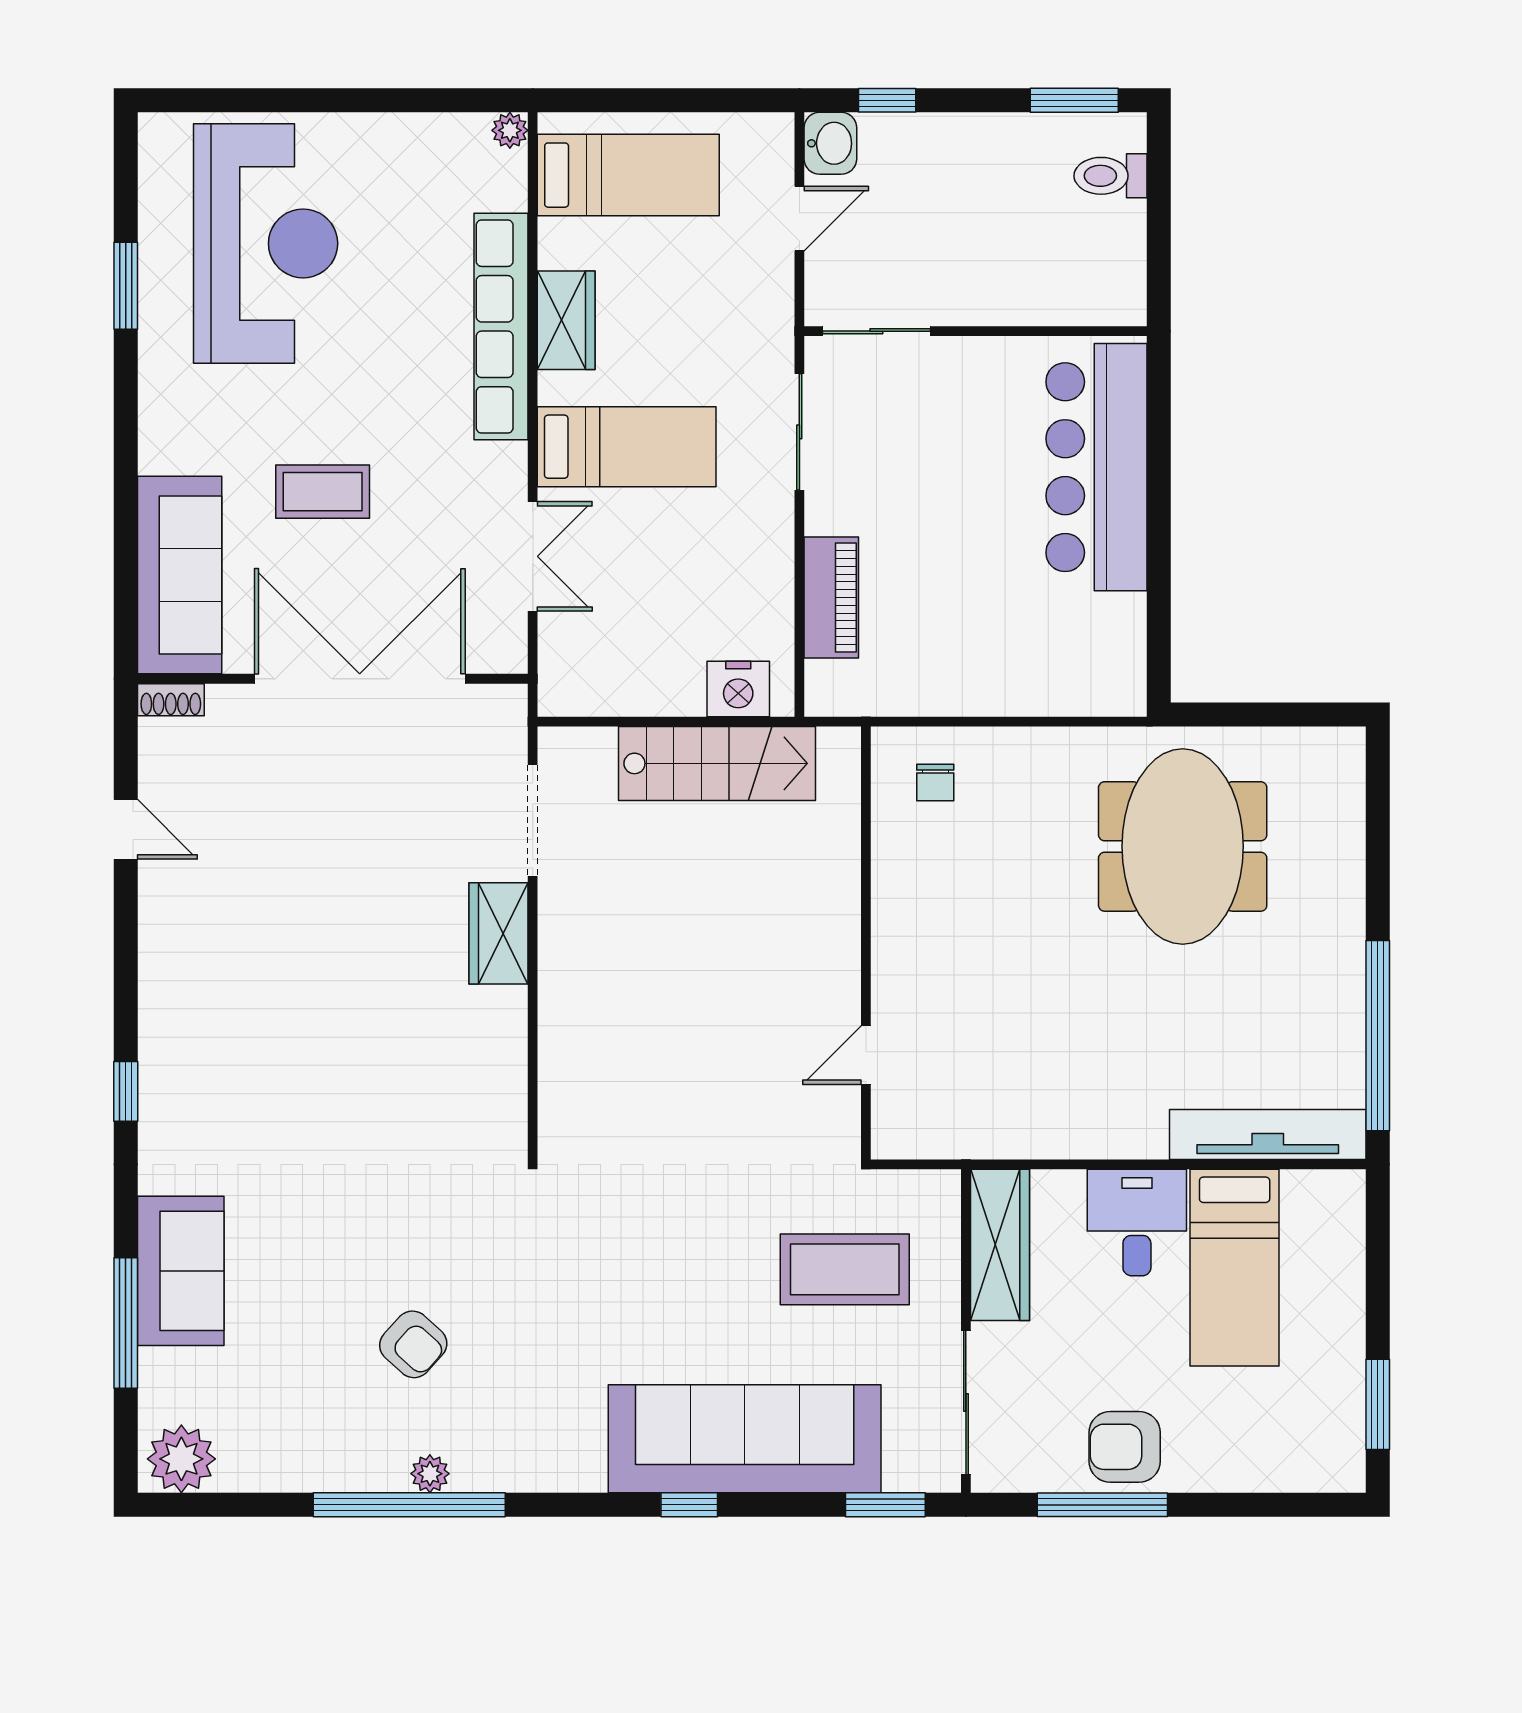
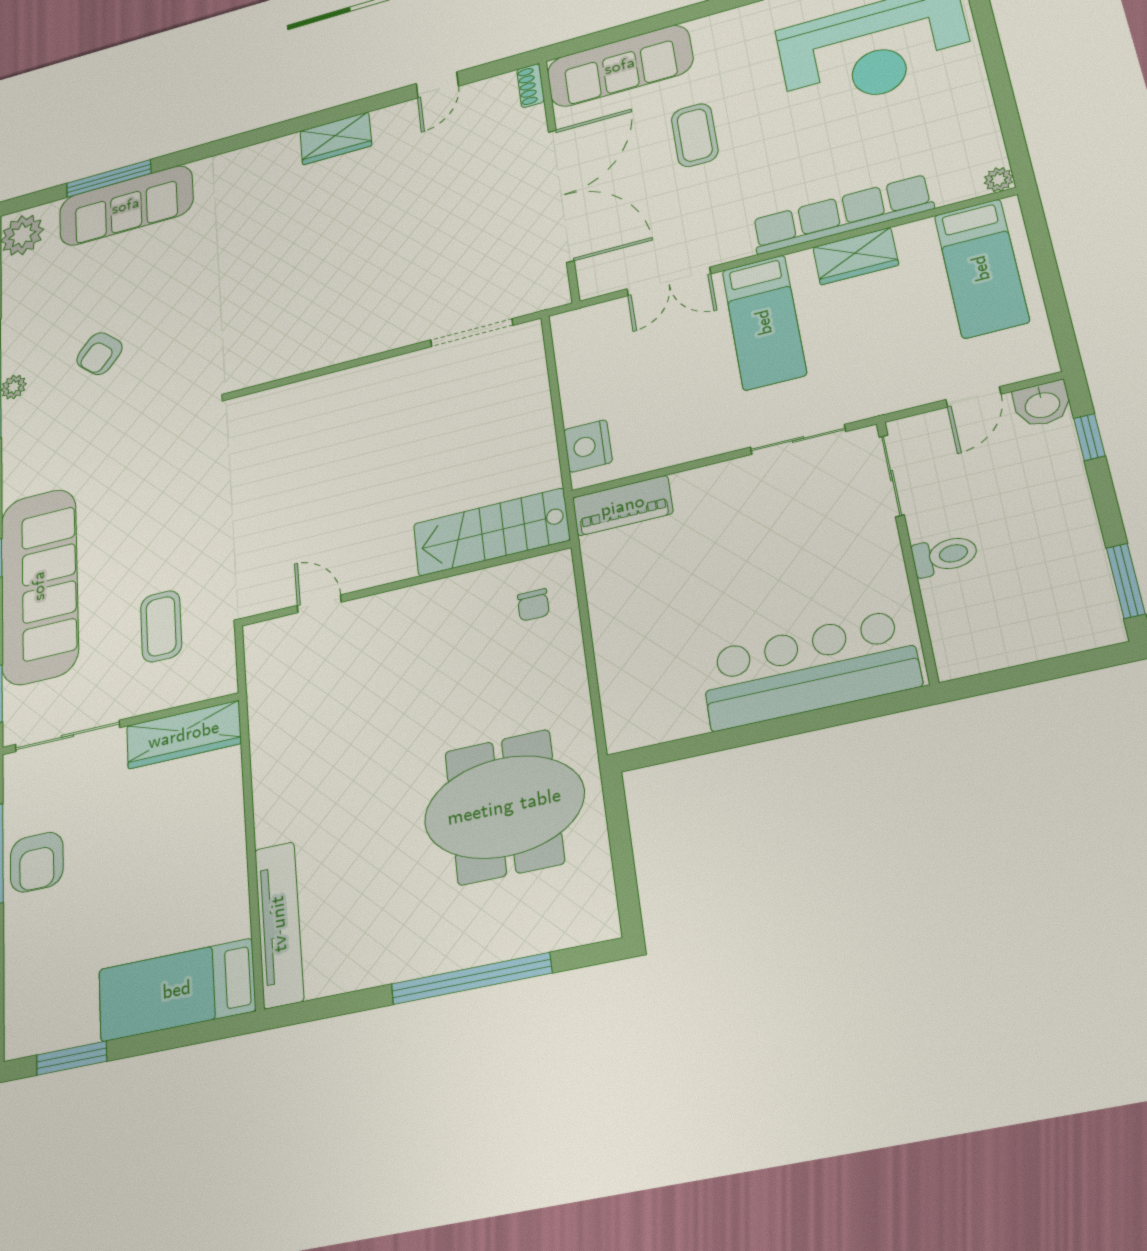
toilet: (1111, 176) -> (945, 555), moved, turned 90
door: (799, 219) -> (973, 397), hinge flipped
piano: (831, 597) -> (623, 506), moved
stairs: (717, 763) -> (491, 532), moved, turned 90
chair: (935, 782) -> (533, 605), turned -90
wardrobe: (499, 933) -> (336, 138), moved, turned 180
window: (1378, 1036) -> (471, 978), moved
window: (126, 1091) -> (260, 135), removed
desk: (1137, 1222) -> (205, 835), removed
bed: (1235, 1268) -> (177, 990), moved
coffee table: (845, 1269) -> (161, 626), width x0.73, depth x0.76
sofa: (181, 1271) -> (126, 206), width x1.36
armchair: (1125, 1447) -> (37, 862), turned 180

